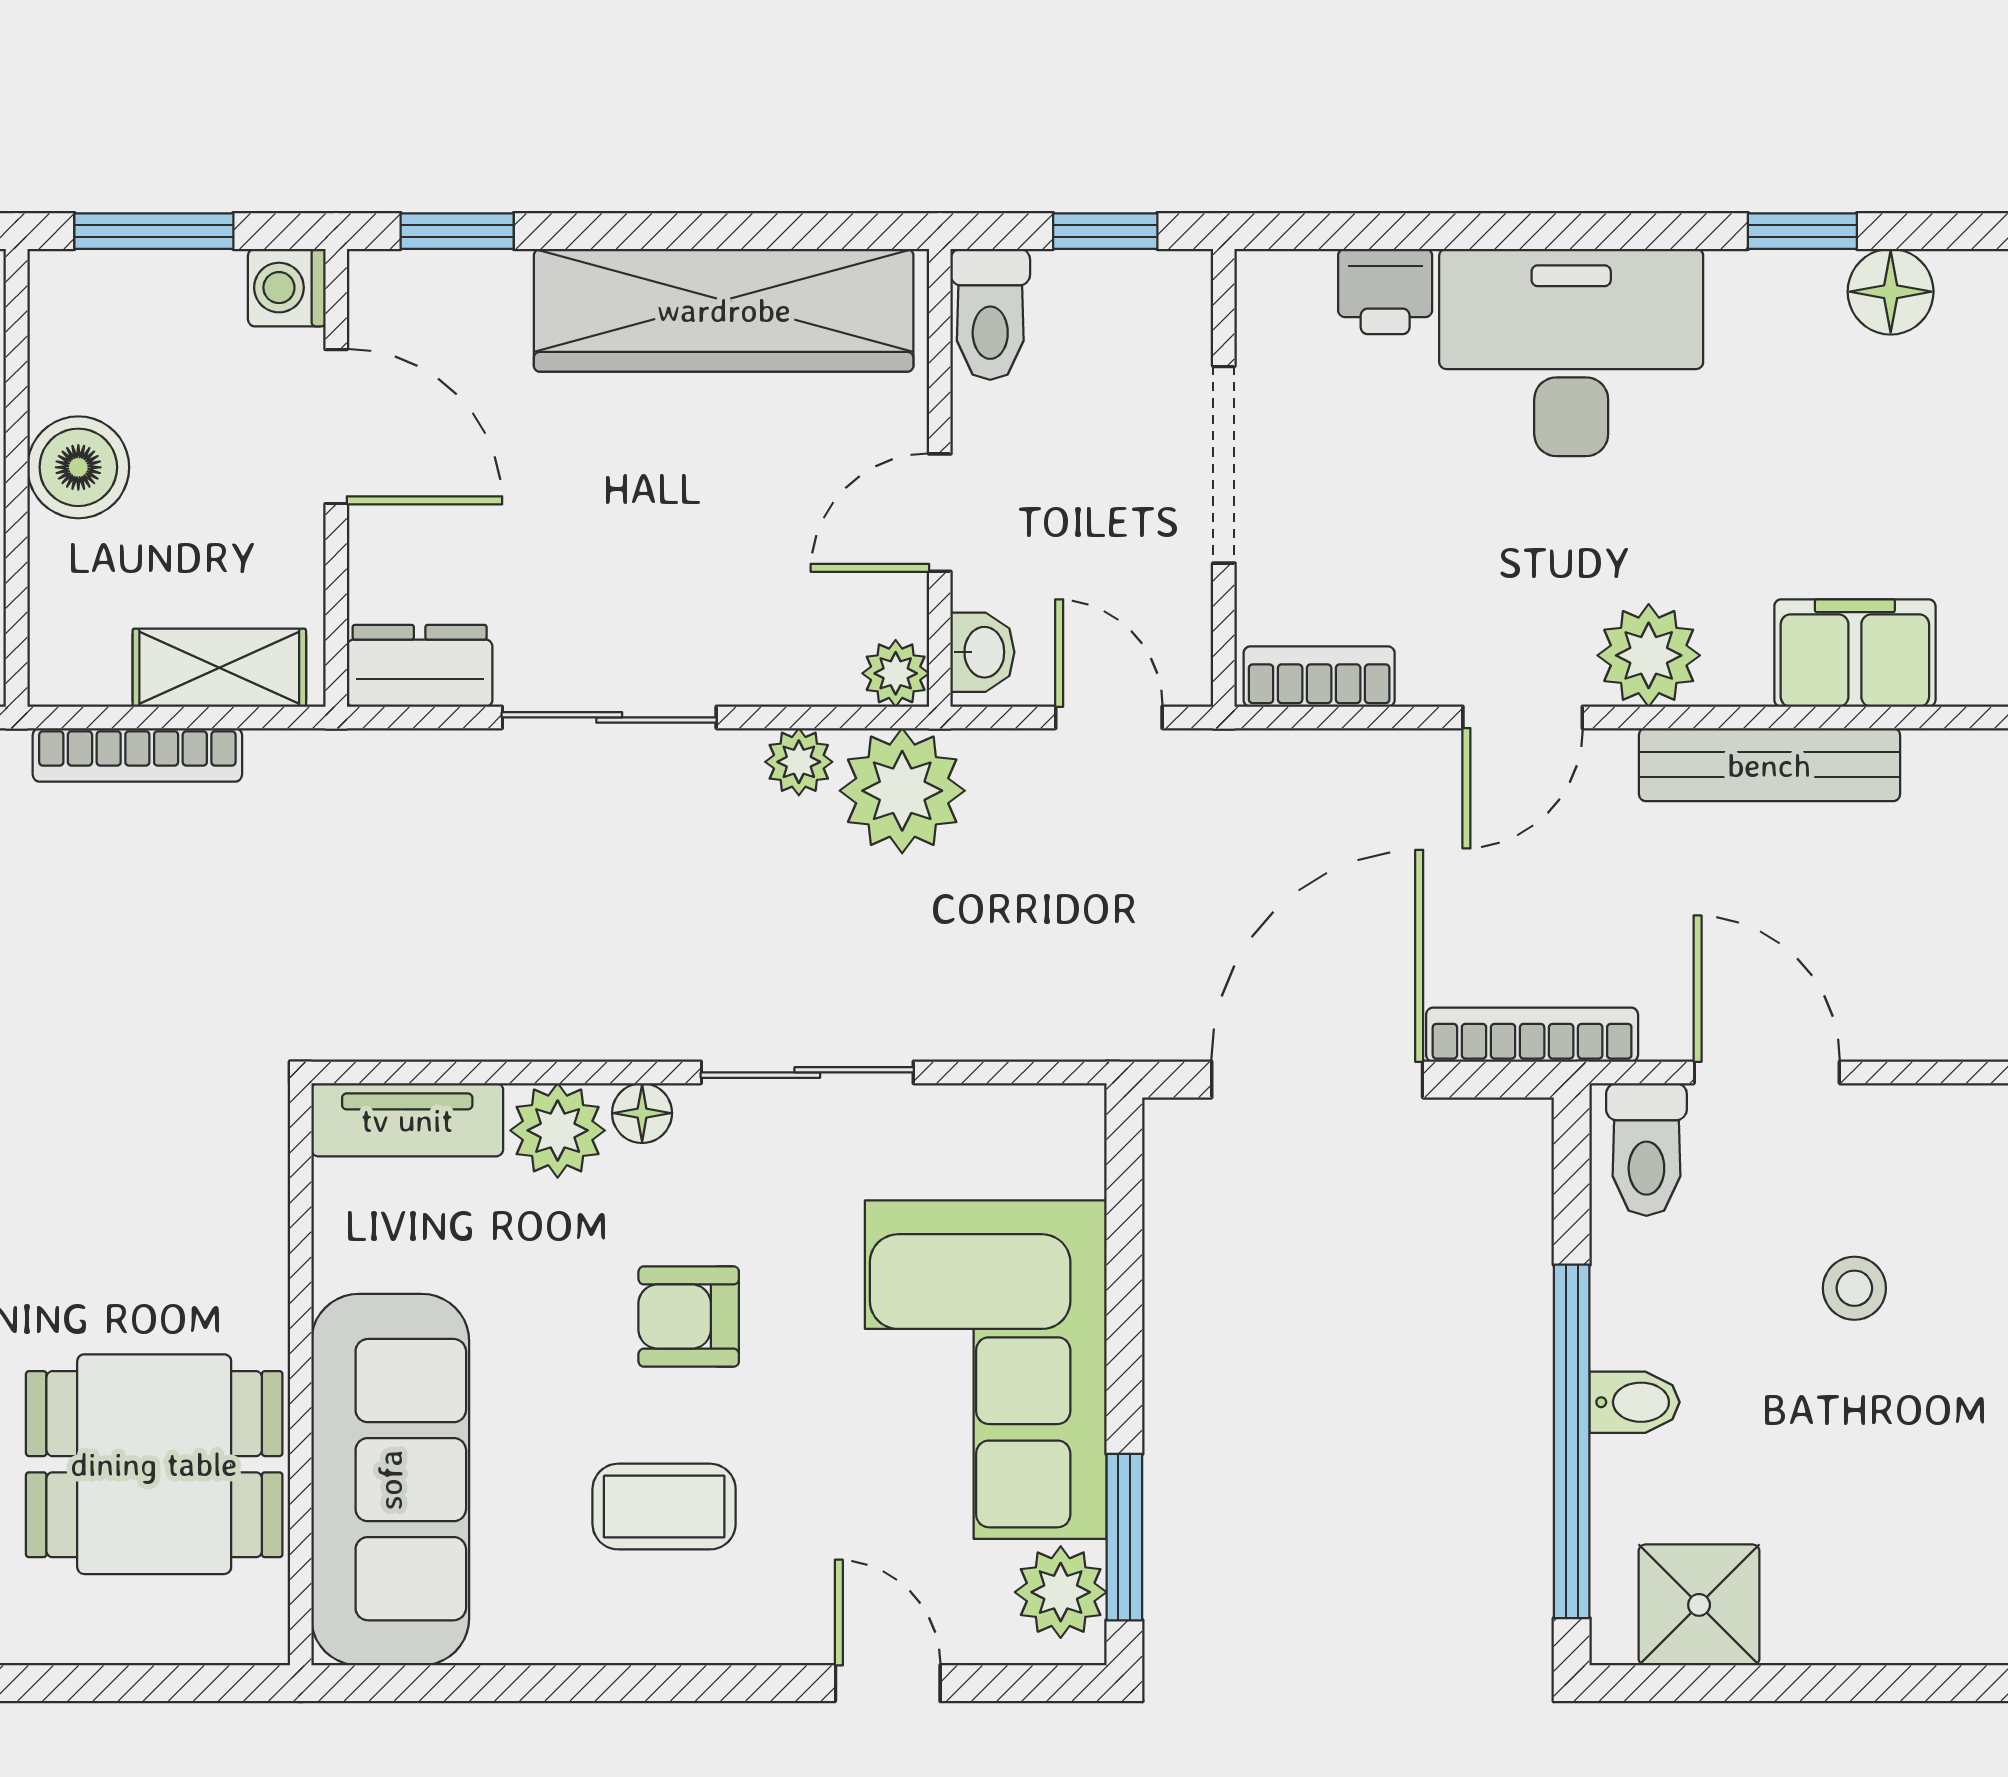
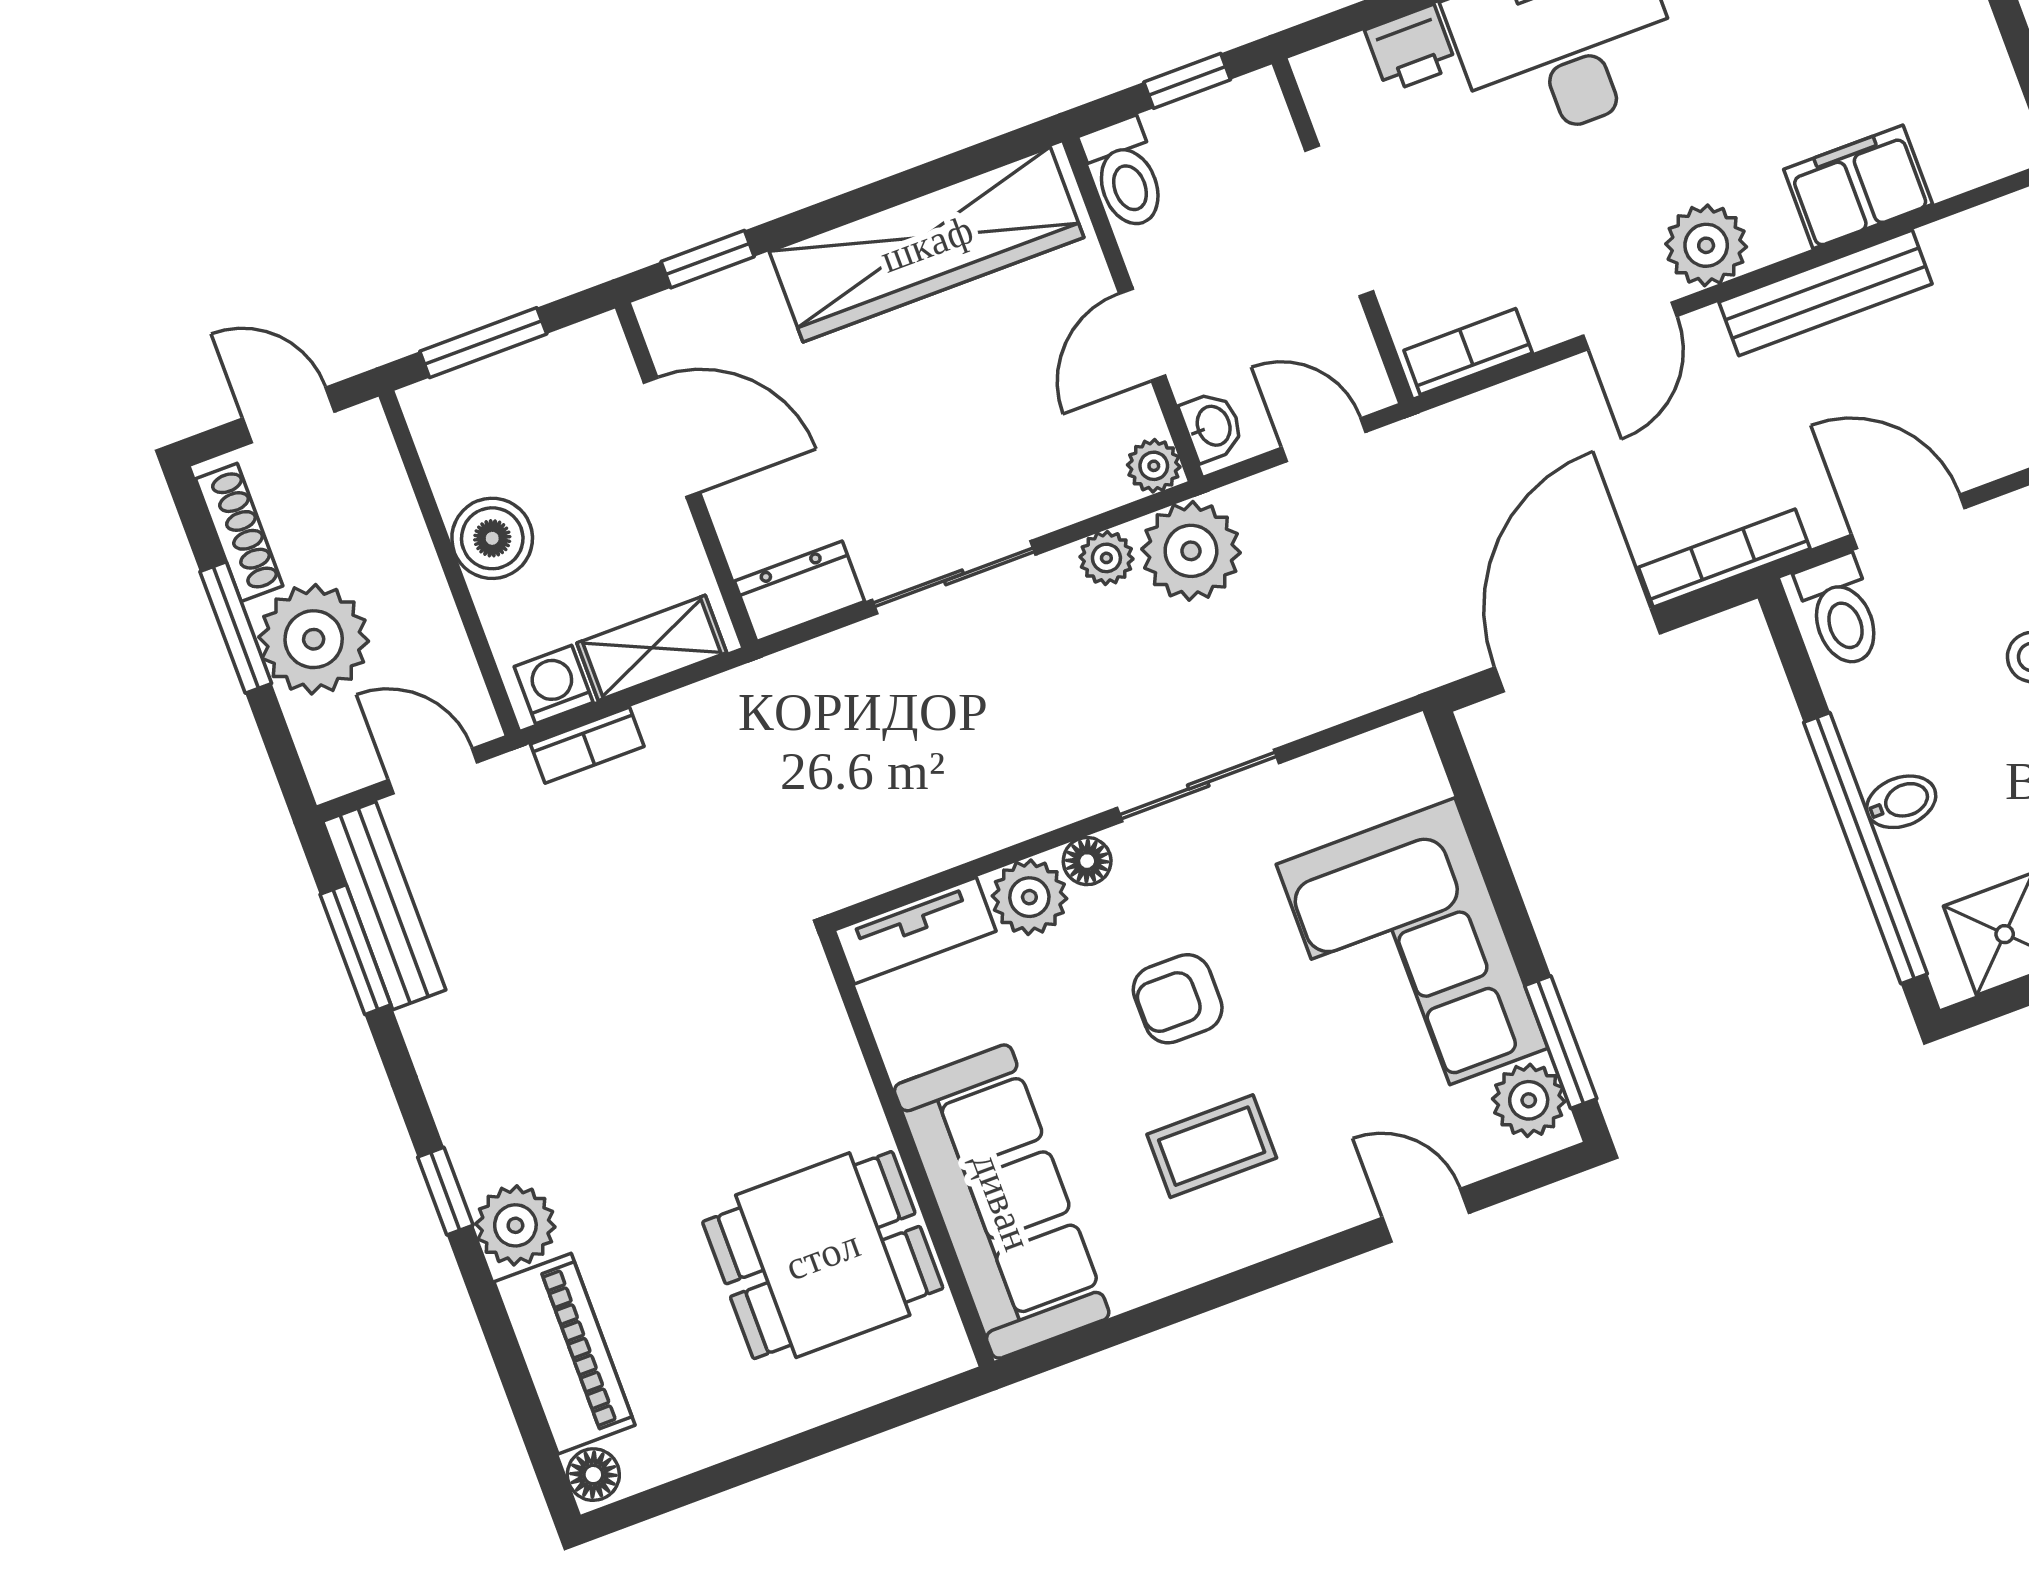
washing machine: (287, 288) -> (554, 684), moved, turned 90
bookcase: (137, 755) -> (587, 745), width x0.64

